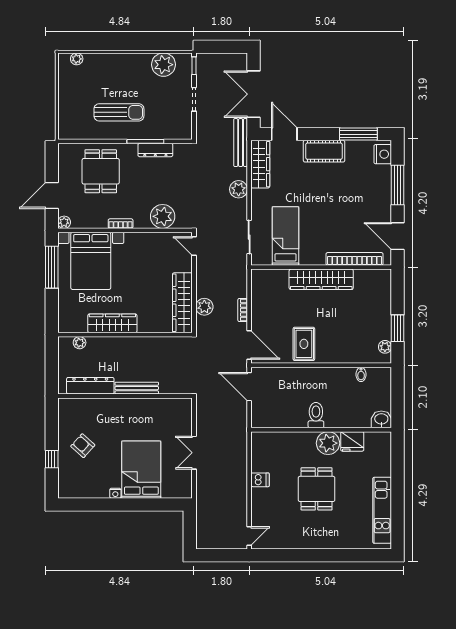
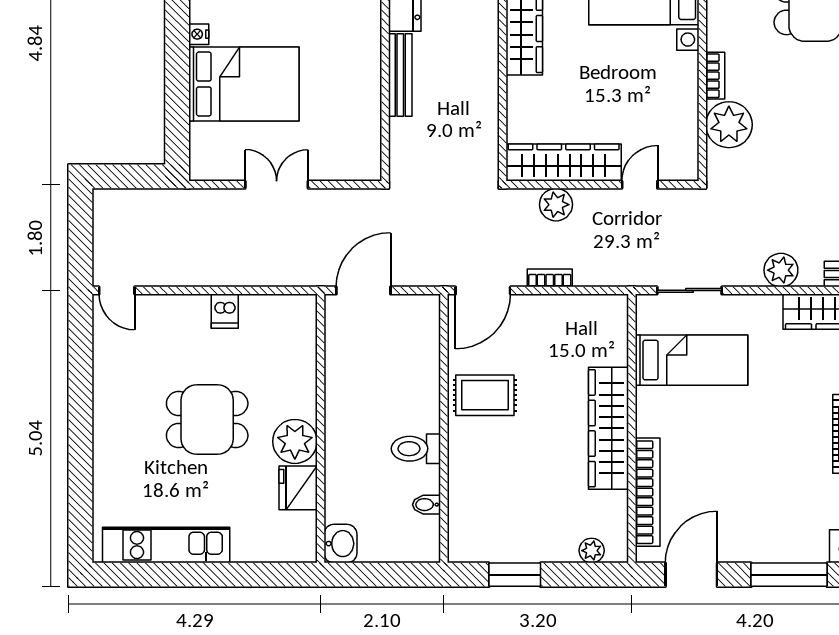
bookcase: (121, 224) -> (715, 76), moved
door: (194, 246) -> (640, 185), moved
plant: (385, 347) -> (592, 551), moved
door: (249, 387) -> (363, 290), moved
toilet: (316, 415) -> (416, 449), moved, turned 180

